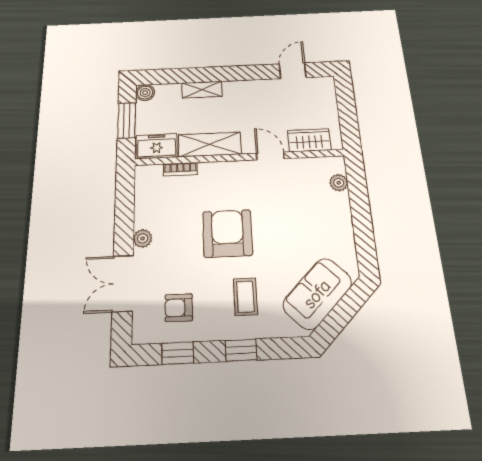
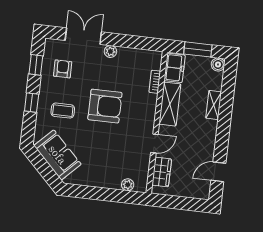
door: (293, 71) -> (218, 172), swing flipped

